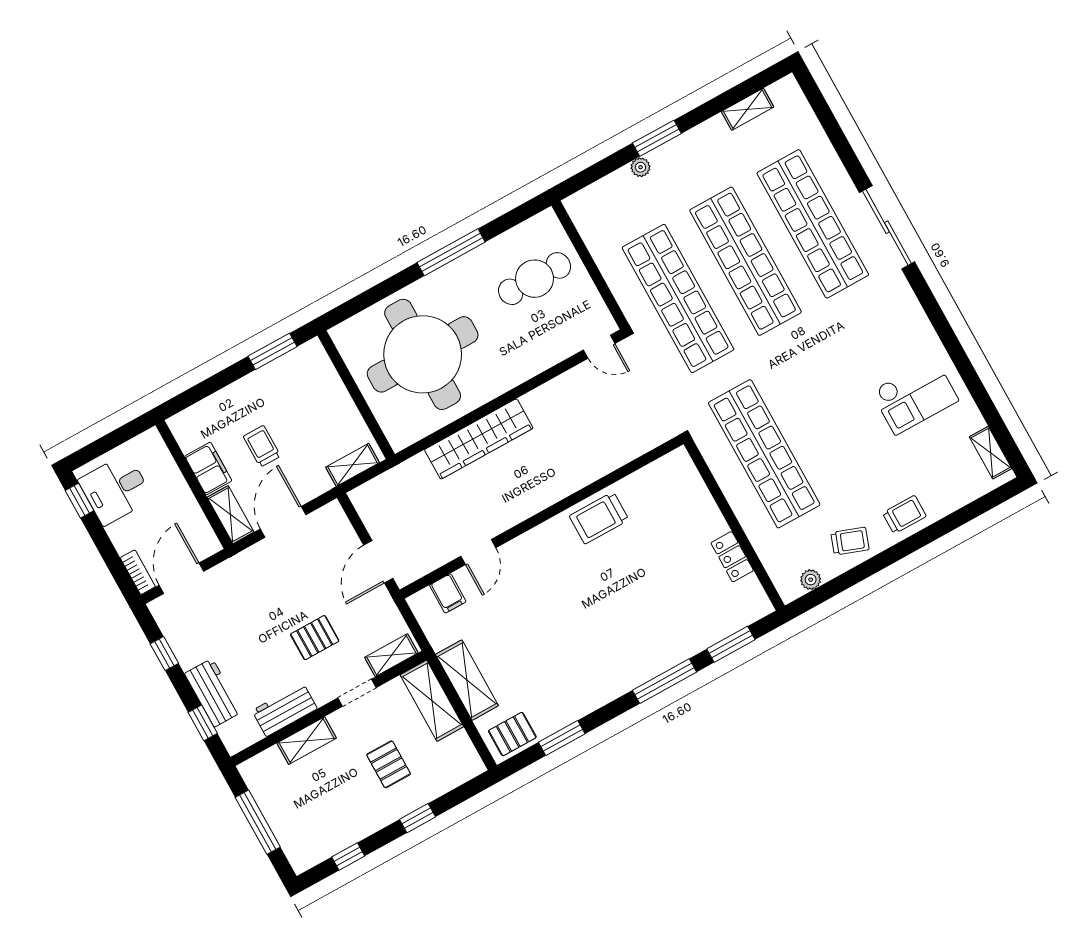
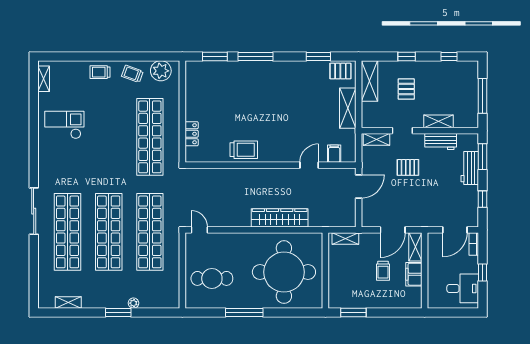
window: (80, 501) -> (482, 273), moved
locker: (732, 557) -> (192, 134), moved
plant: (811, 580) -> (161, 71), width x1.88, depth x1.88
shelving: (432, 701) -> (369, 81), moved
window: (203, 723) -> (482, 157), width x1.50

